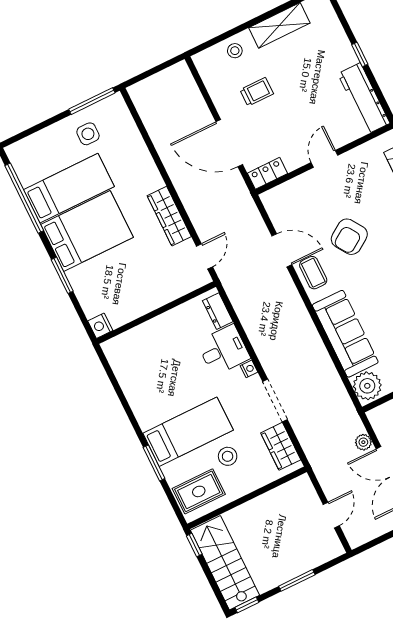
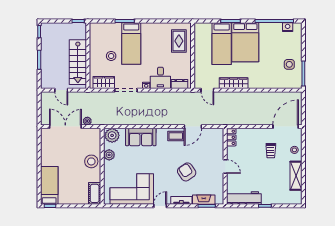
door: (229, 143) -> (286, 127), moved
bed: (69, 188) -> (222, 44), moved
armchair: (349, 237) -> (187, 172), moved
nightstand: (100, 326) -> (288, 27), moved
sofa: (345, 334) -> (141, 137), width x0.73
rug: (199, 491) -> (179, 41), moved
stairs: (225, 563) -> (78, 62), moved, turned 90

